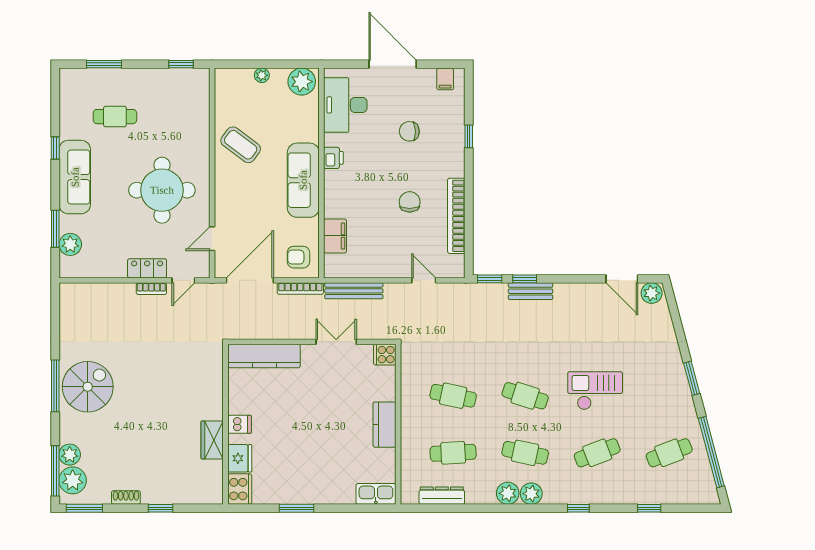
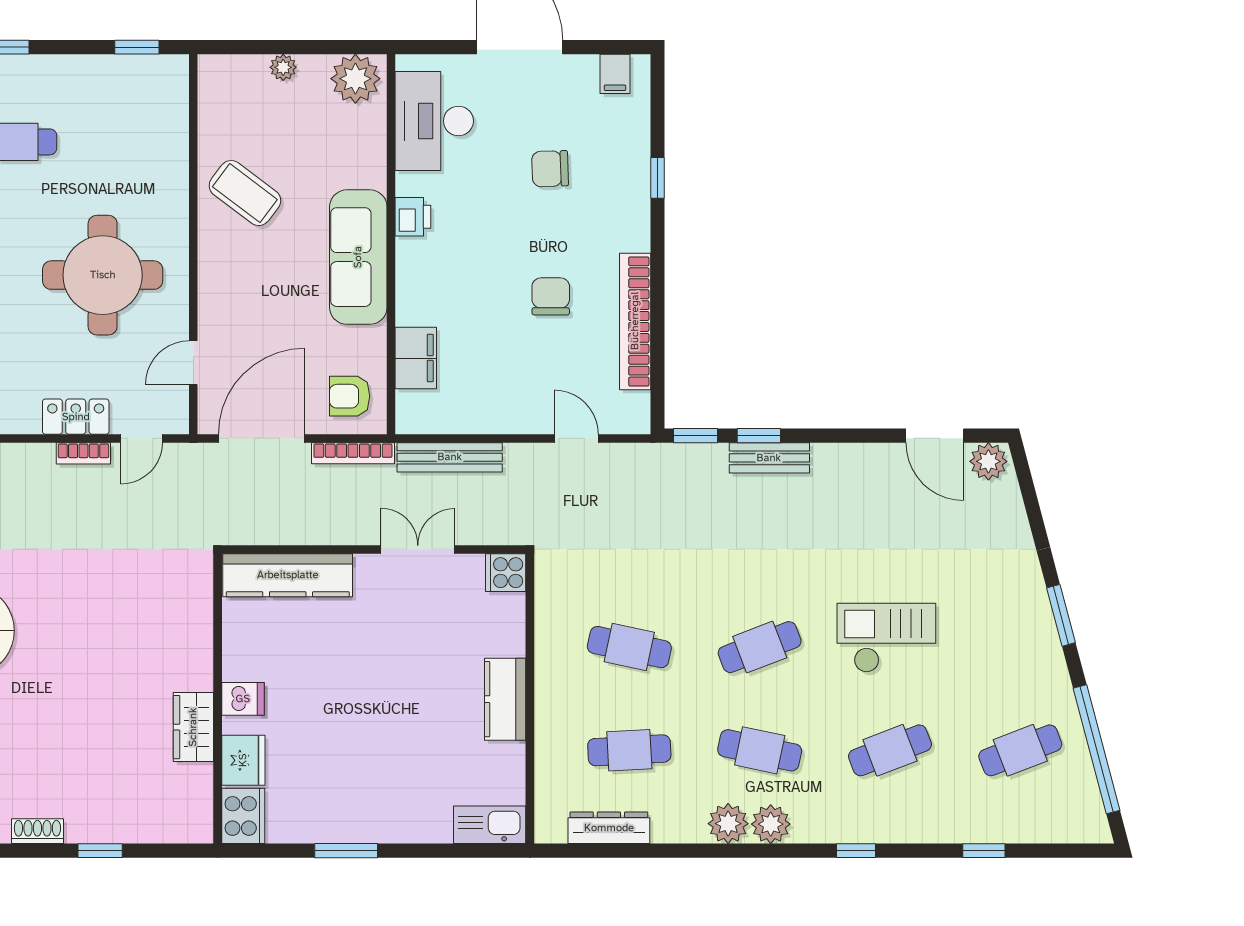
cafe table: (525, 396) -> (760, 647), turned -39

